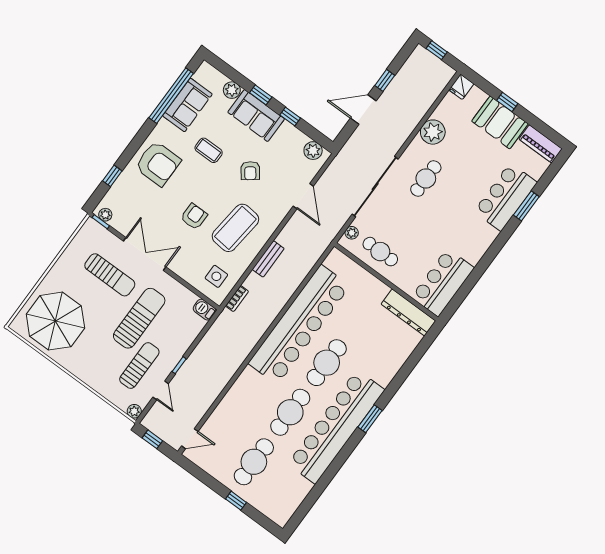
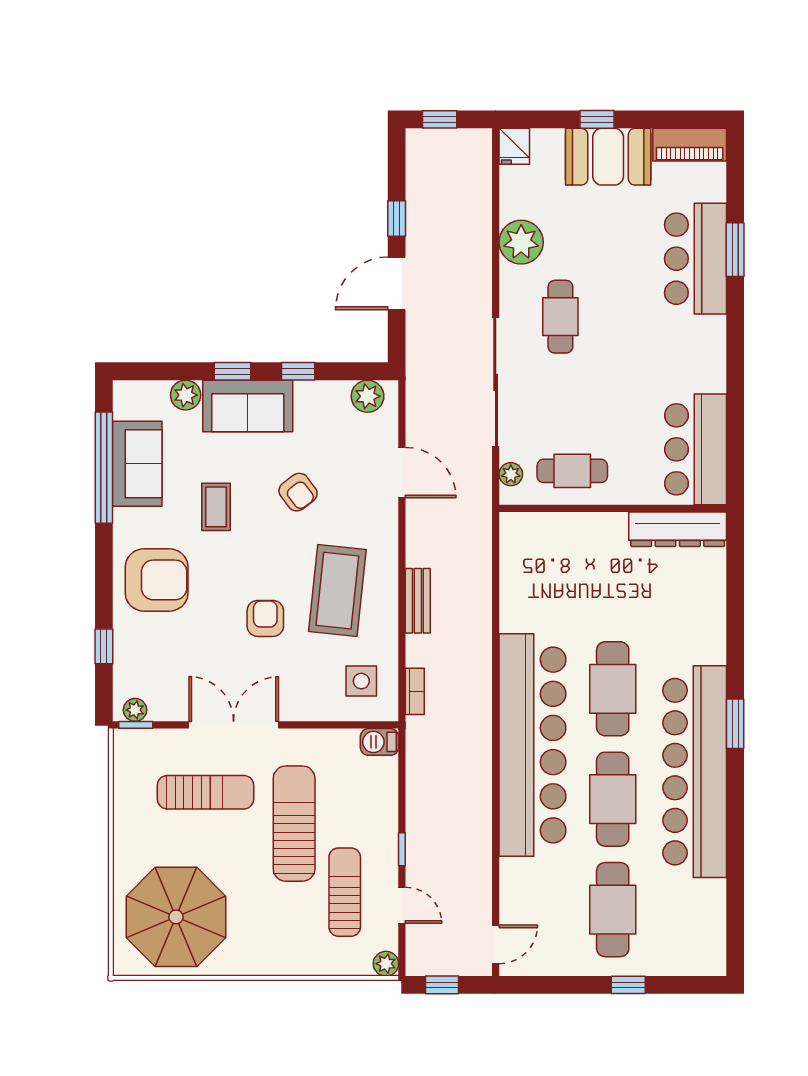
coffee table: (209, 150) -> (216, 507), turned 90
bar counter: (299, 325) -> (532, 745), moved

